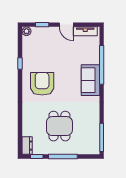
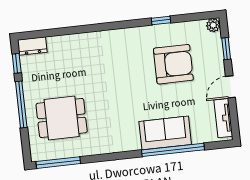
sofa: (91, 80) -> (165, 133), moved
armchair: (42, 84) -> (173, 64), moved
dining table: (59, 126) -> (62, 118), moved

